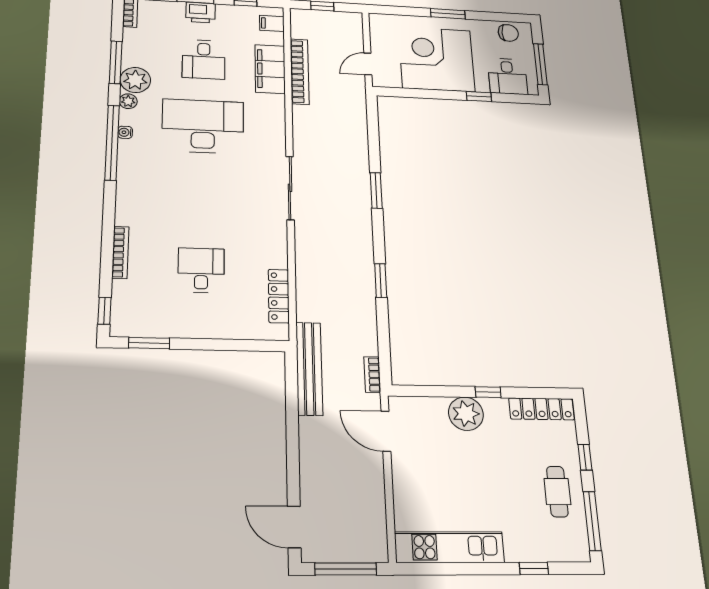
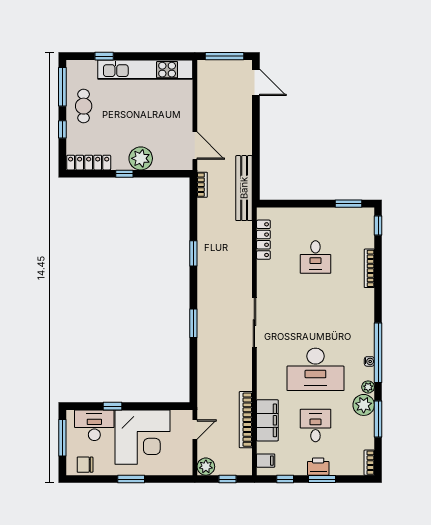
plant: (351, 21) -> (206, 467), added
desk: (508, 76) -> (94, 425), width x1.37
kitchen unit: (449, 547) -> (145, 70), width x1.36

